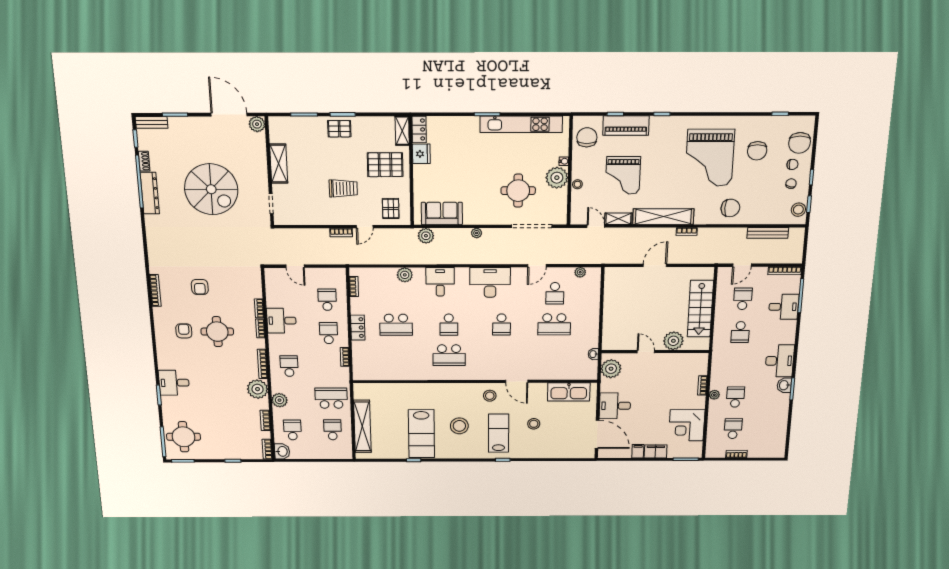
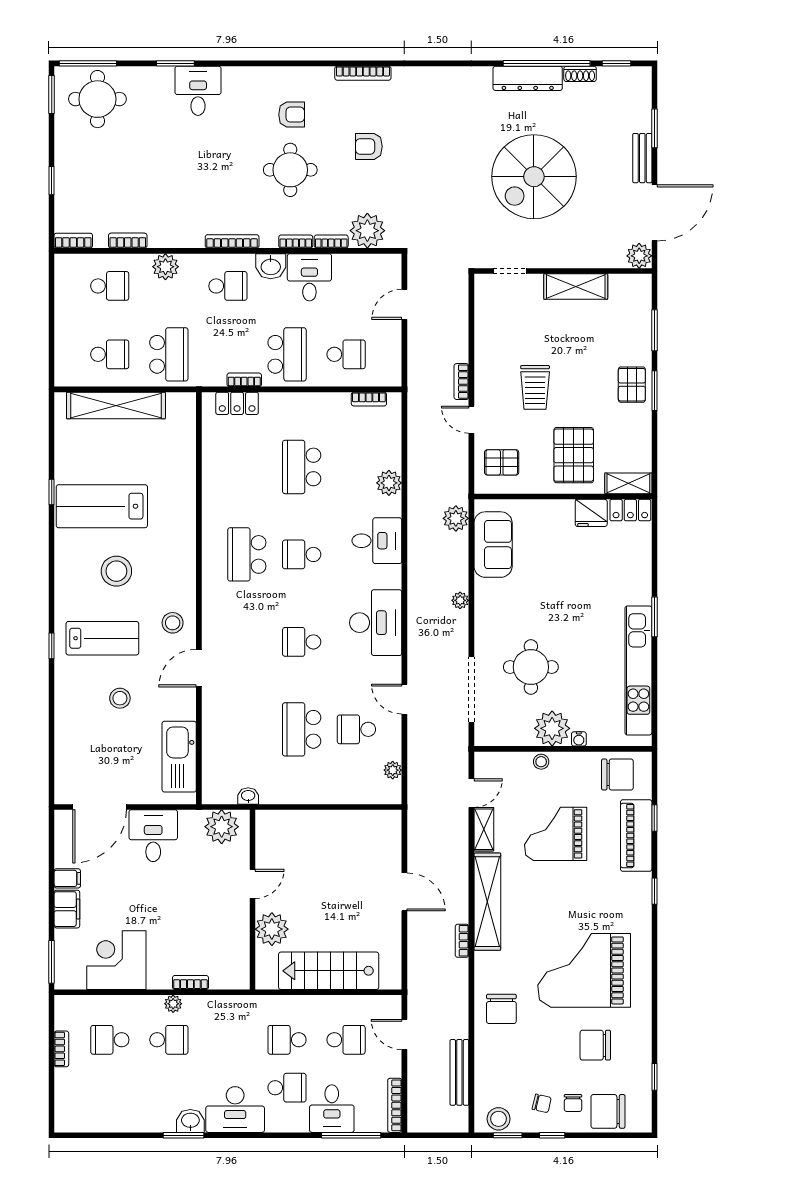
bench: (152, 122) -> (642, 158), moved
locker: (358, 328) -> (237, 403), moved
school desk: (769, 332) -> (287, 1088), added
school desk: (329, 333) -> (287, 354), width x1.85
plant: (258, 389) -> (367, 231), moved
school desk: (733, 429) -> (110, 1040), turned 180
washbasin: (282, 451) -> (271, 266), moved

